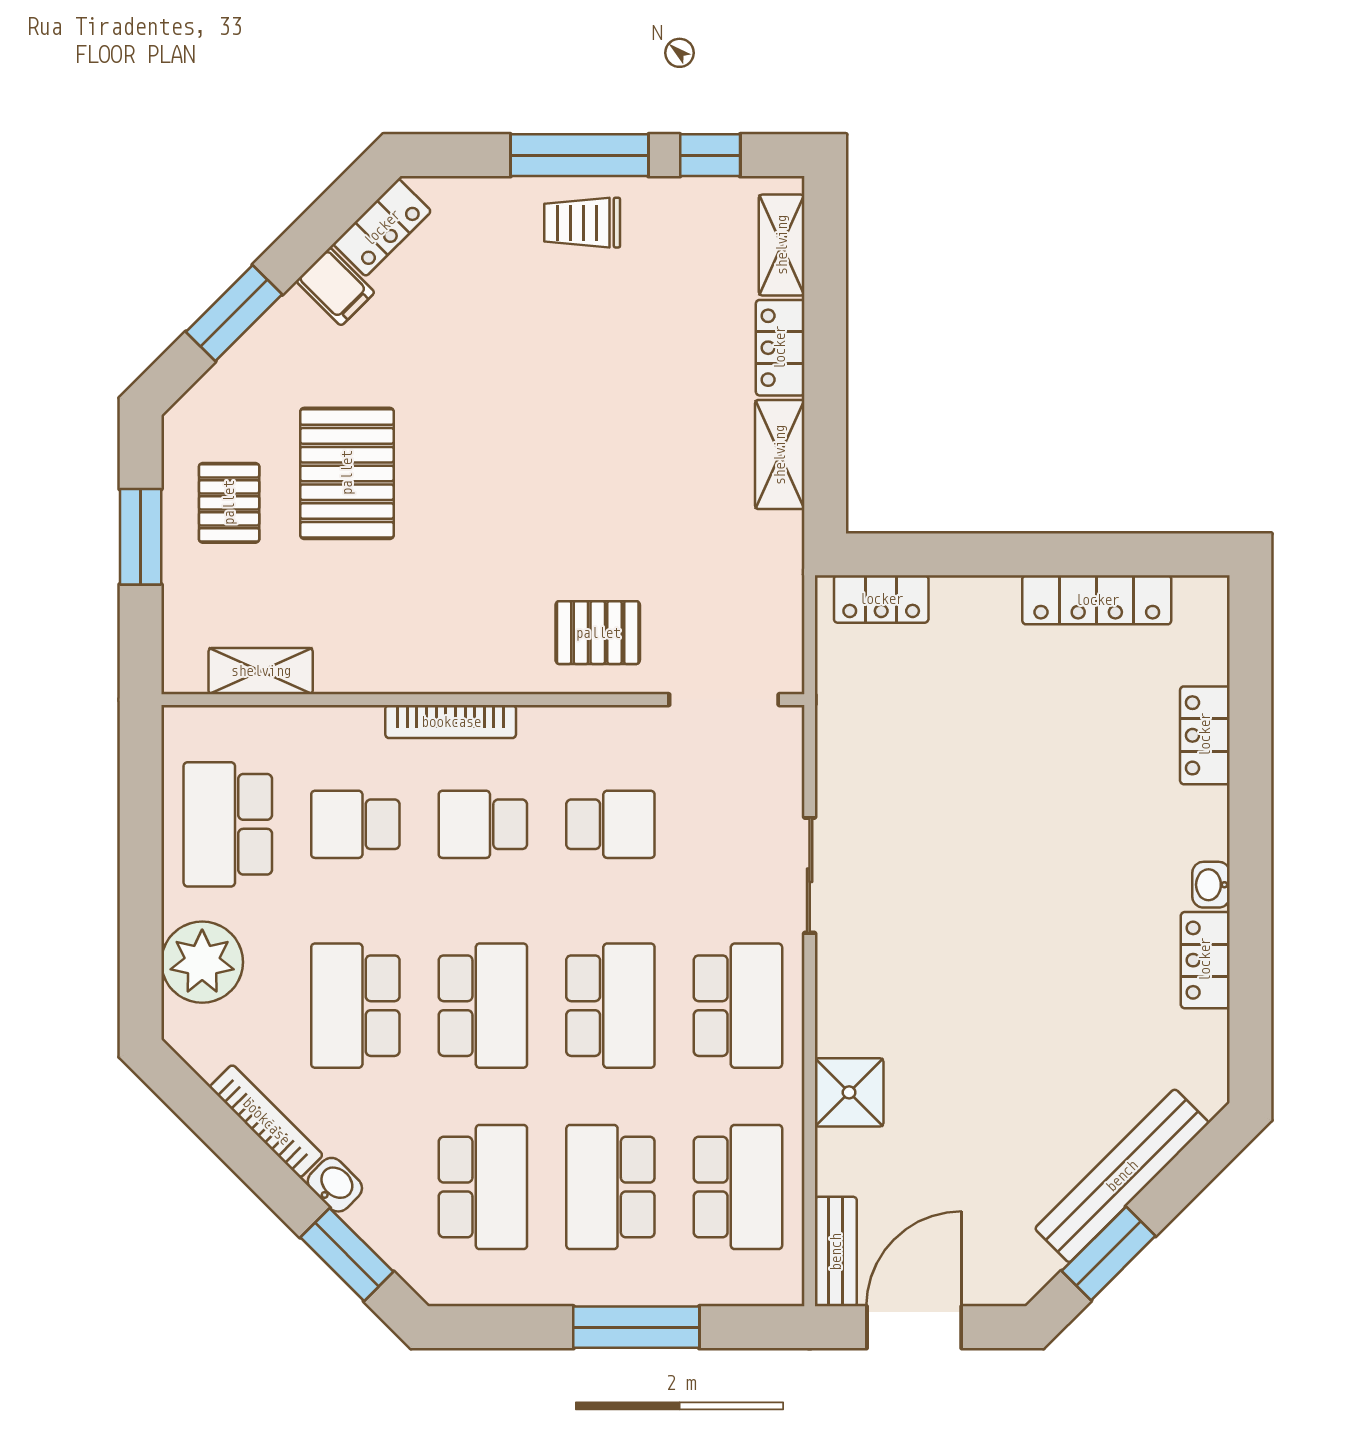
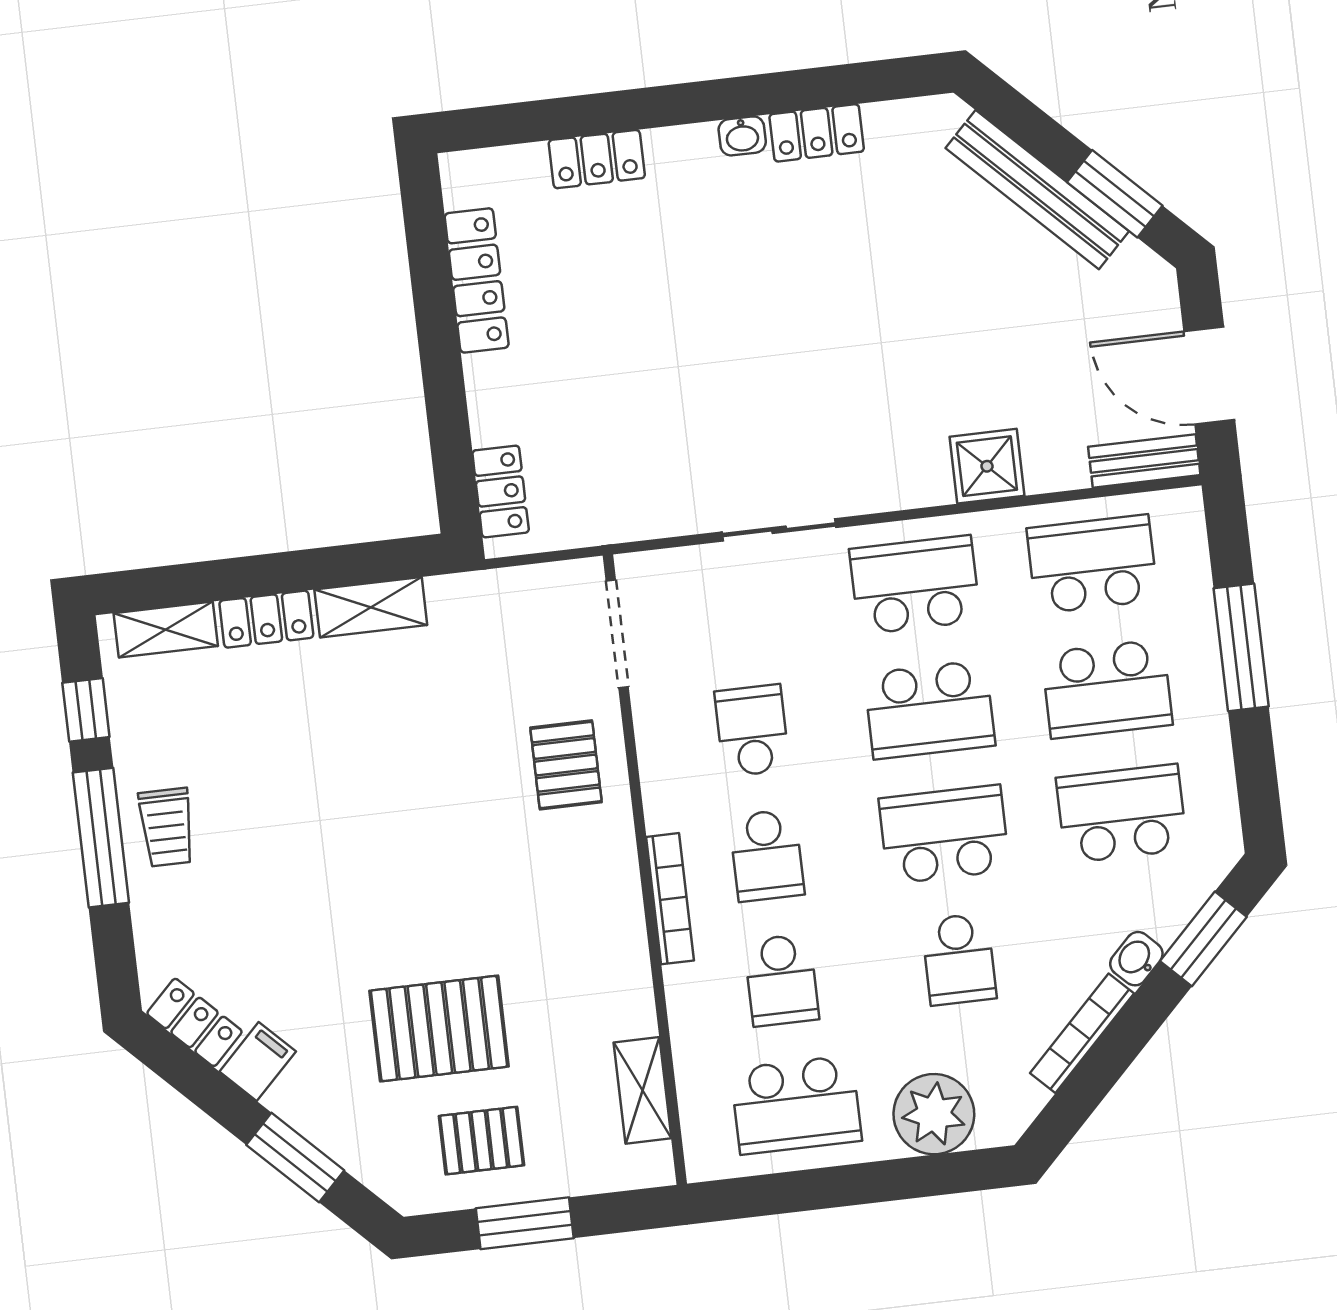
school desk: (355, 1006) -> (959, 959), width x0.54
school desk: (610, 1006) -> (930, 710), turned 180

